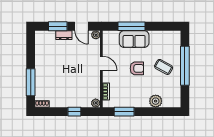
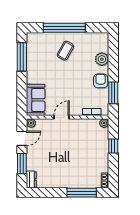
window: (131, 26) -> (22, 57), moved
dresser: (64, 35) -> (31, 179), moved
sofa: (134, 39) -> (36, 100), moved
armchair: (137, 68) -> (101, 81), moved

